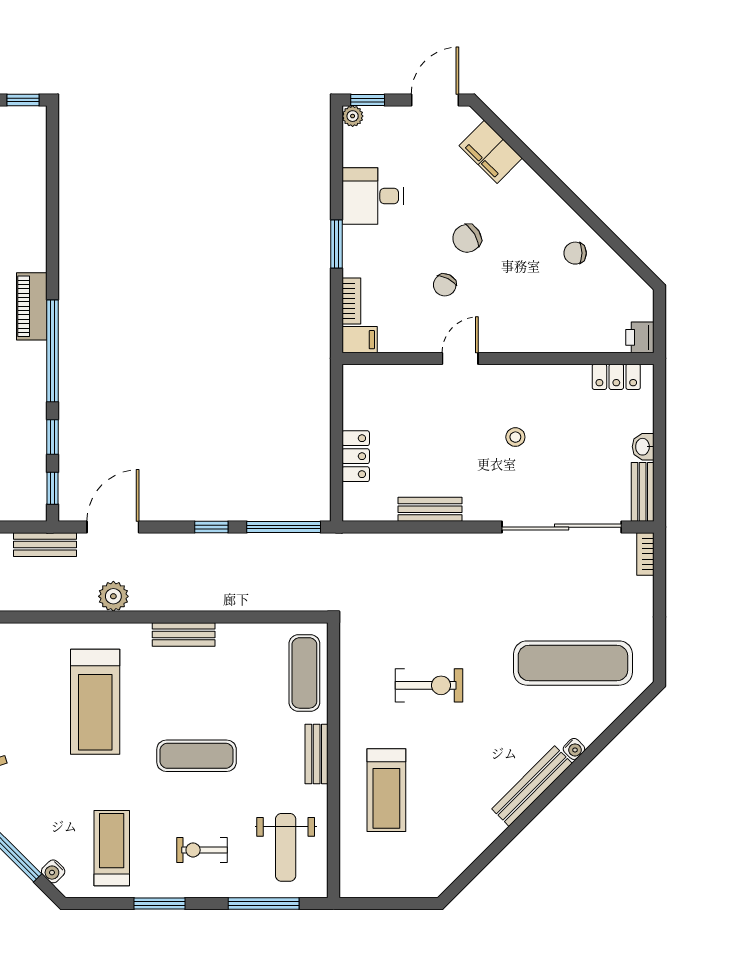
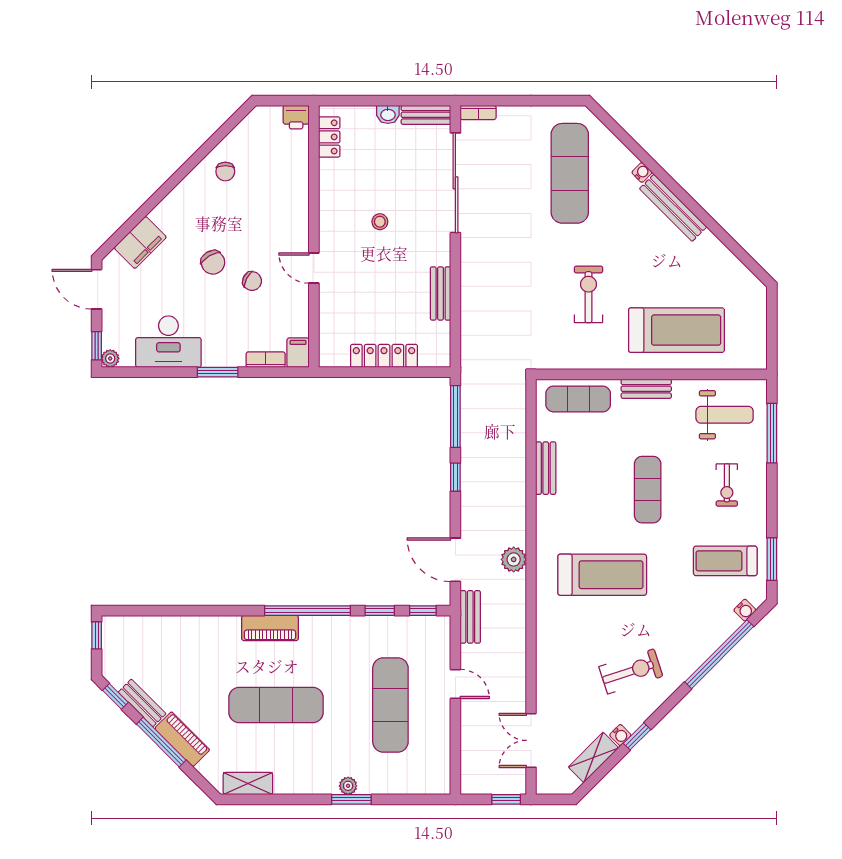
desk: (373, 196) -> (168, 342), width x1.37
locker: (356, 456) -> (384, 356), width x1.53
bench: (184, 634) -> (546, 468), moved
treadmill: (386, 790) -> (676, 330), width x1.37, depth x1.38
window: (160, 904) -> (772, 559), moved

